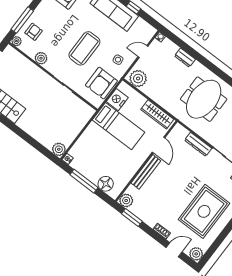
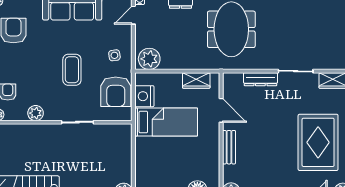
coffee table: (84, 48) -> (72, 70), width x0.73, depth x0.76
door: (143, 52) -> (133, 15), moved
wardrobe: (157, 114) -> (196, 80), width x0.67
bench: (146, 172) -> (229, 147), width x0.73

